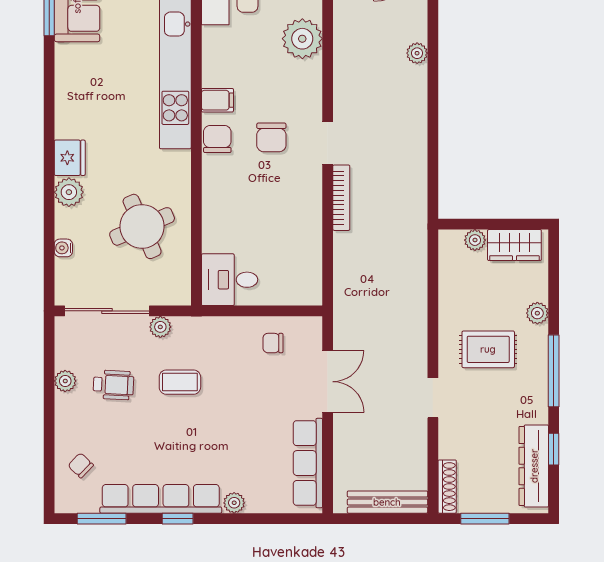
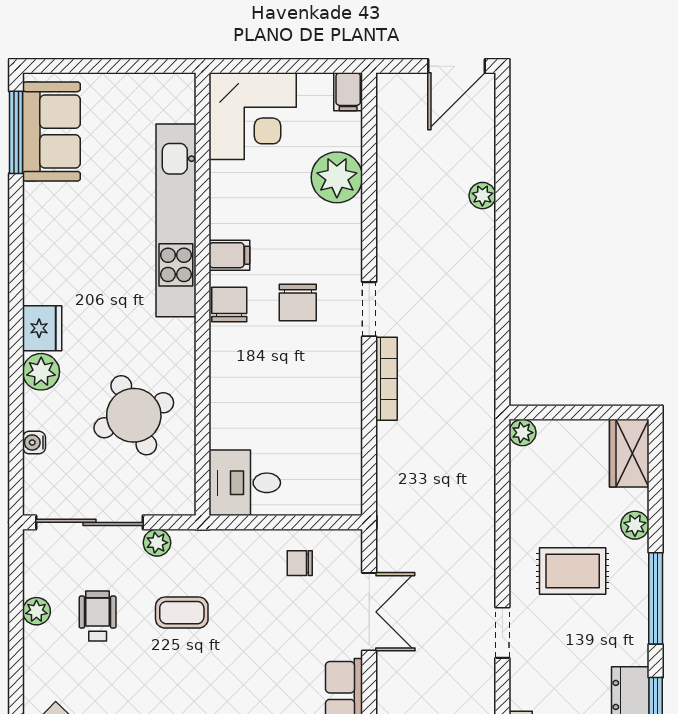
plant: (475, 240) -> (522, 433), moved
wardrobe: (514, 245) -> (629, 453), moved, turned 90
wheelchair: (113, 385) -> (98, 616), turned -93

